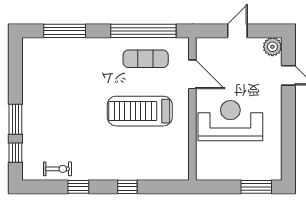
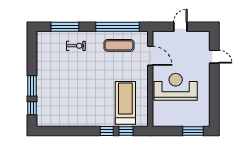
plant: (272, 47) -> (204, 37), removed
treadmill: (140, 111) -> (125, 103), moved, turned 90
exercise bike: (58, 169) -> (76, 46), moved
window: (78, 187) -> (126, 131), moved

